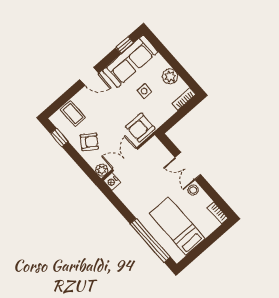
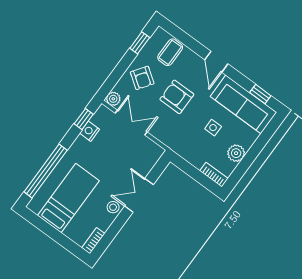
armchair: (140, 128) -> (177, 97), moved
nightstand: (112, 182) -> (90, 131), moved
window: (113, 199) -> (84, 119), added

